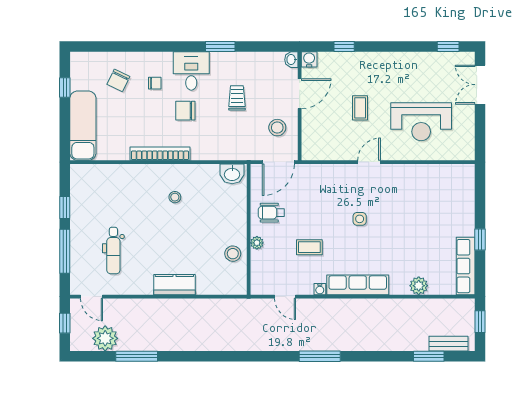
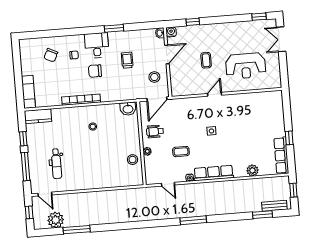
window: (65, 88) -> (17, 62), removed
exam couch: (83, 126) -> (28, 92), width x0.73, depth x0.69
kitchen counter: (174, 285) -> (38, 116), moved, turned 180

